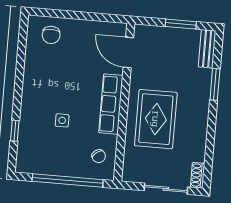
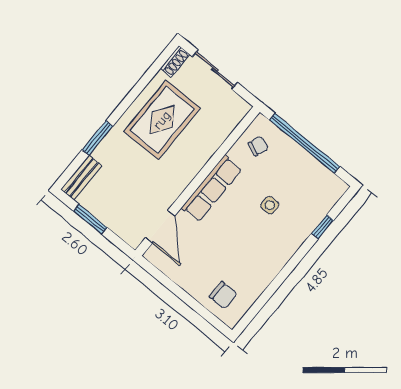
chair: (51, 35) -> (223, 295), turned 90
rug: (156, 119) -> (162, 120), moved
chair: (99, 156) -> (258, 146), turned 57

